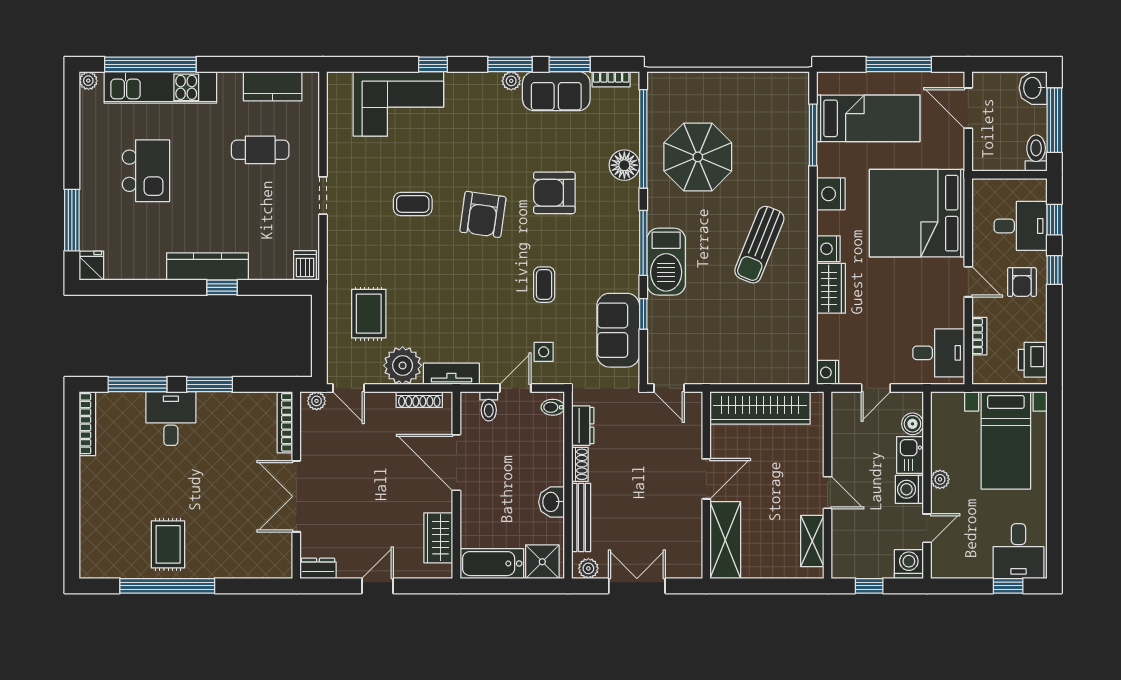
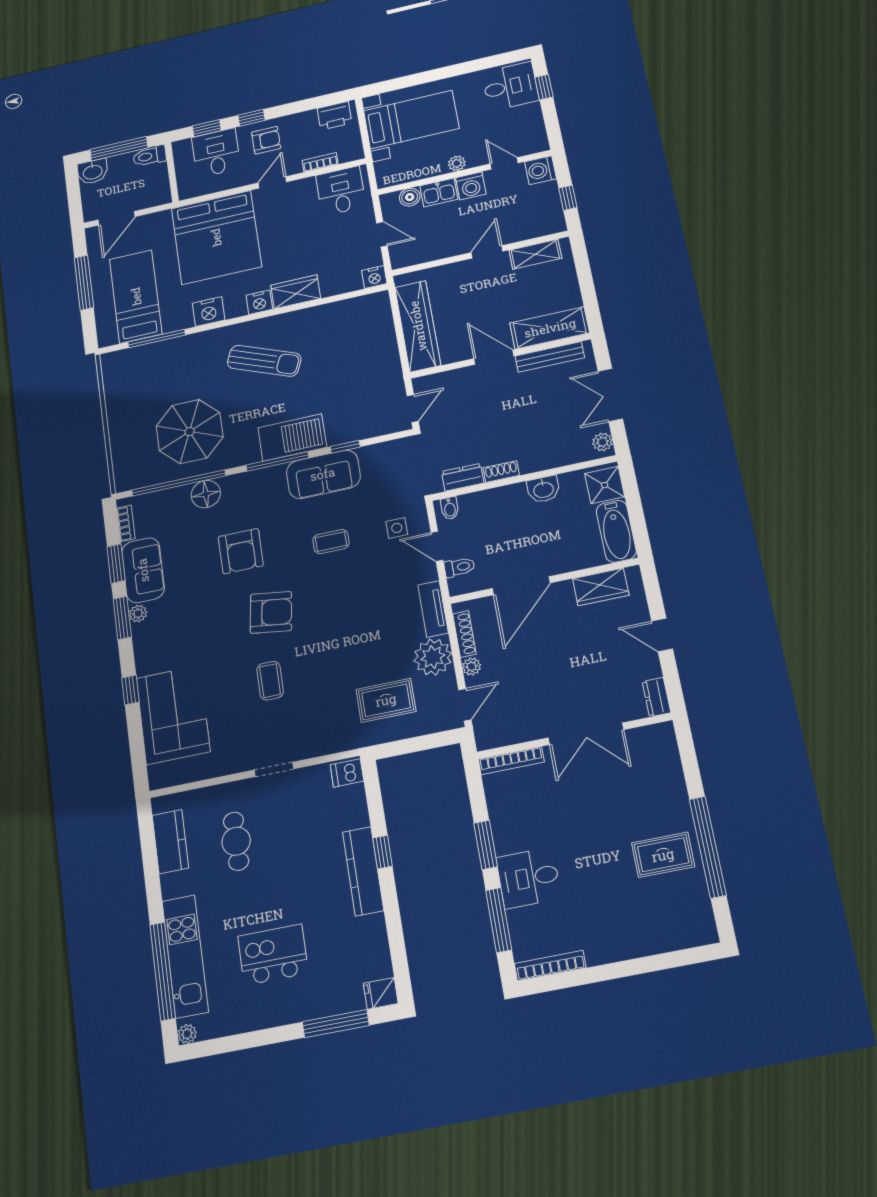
sofa: (618, 330) -> (323, 474), moved
plant: (317, 401) -> (471, 666), moved
bench: (581, 517) -> (550, 357), moved

